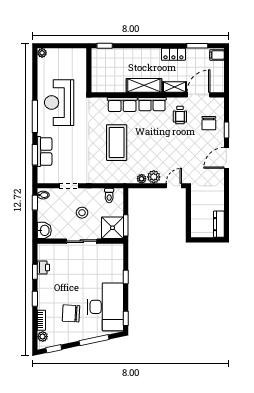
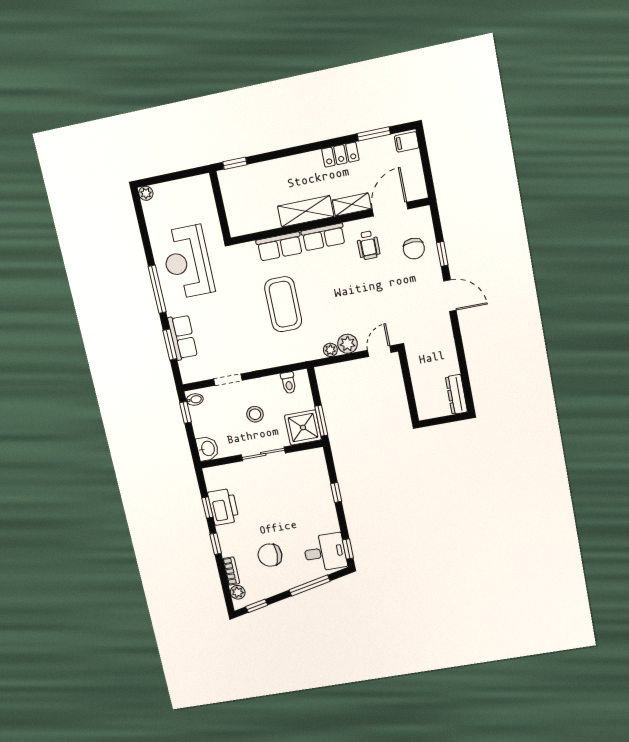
door: (226, 158) -> (450, 296), swing flipped
printer: (43, 267) -> (223, 507), width x1.87, depth x1.48
desk: (105, 307) -> (325, 552), width x0.53, depth x0.77

